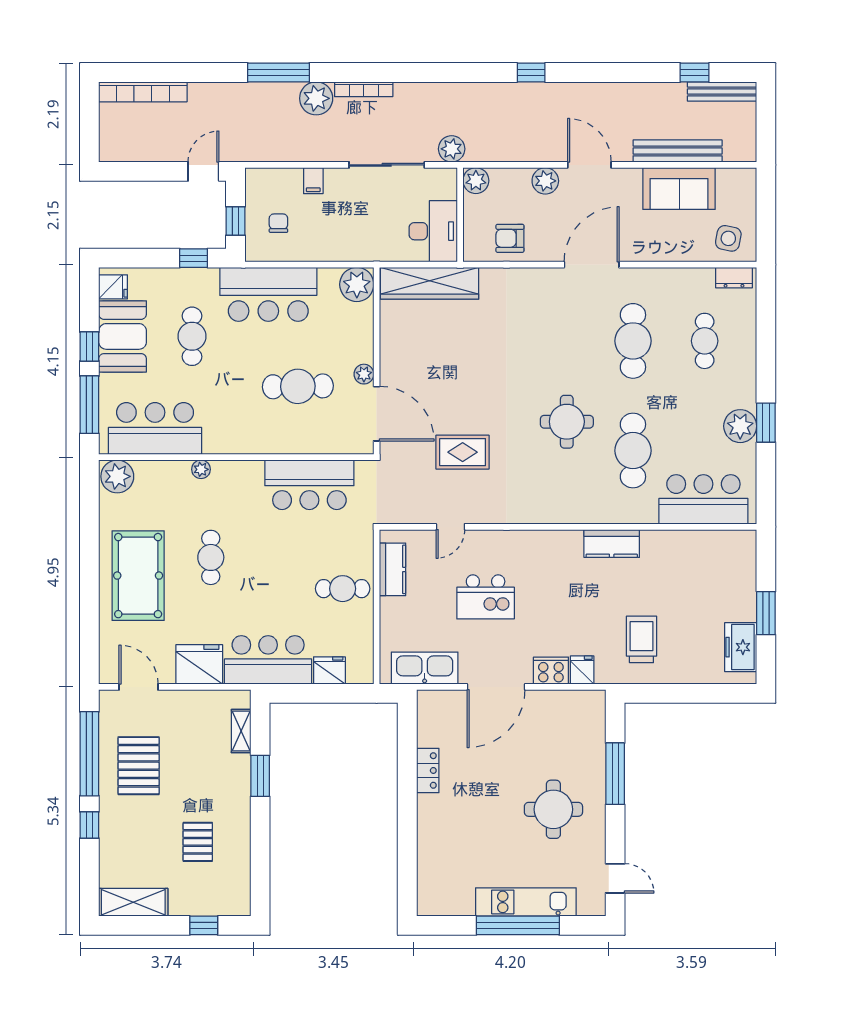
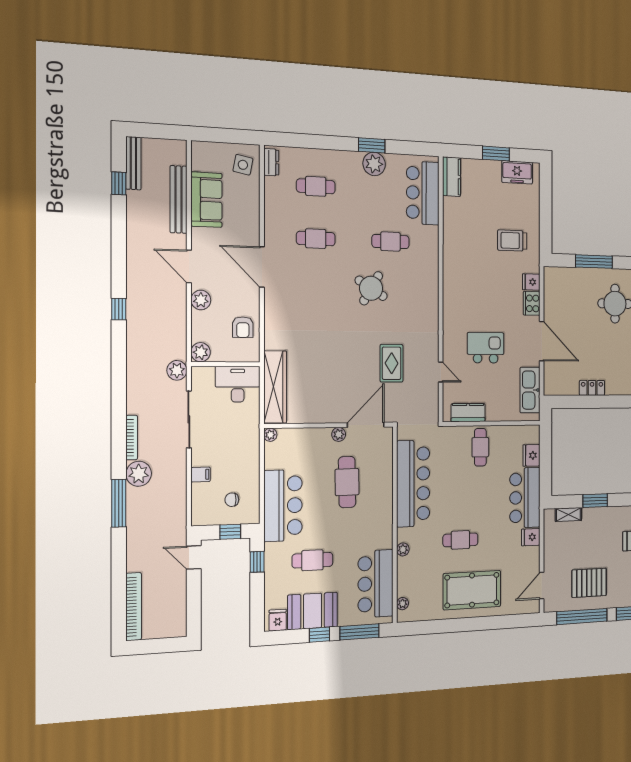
door: (589, 165) -> (189, 266), hinge flipped
plant: (357, 284) -> (270, 435), width x0.53, depth x0.53
cafe table: (633, 341) -> (316, 239), width x0.73, depth x0.74
round table: (567, 422) -> (371, 288), turned 31
cafe table: (633, 451) -> (390, 242), width x0.73, depth x0.74
plant: (117, 476) -> (403, 604), width x0.53, depth x0.53
bar counter: (309, 485) -> (413, 484), width x1.36
kitchen counter: (612, 543) -> (451, 177), moved
kitchen island: (486, 597) -> (486, 348), turned -90
fridge: (199, 664) -> (531, 537), width x0.53, depth x0.75

